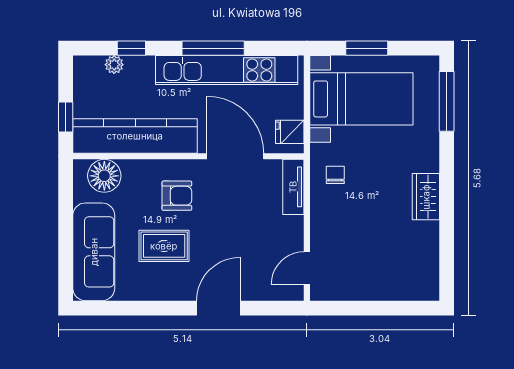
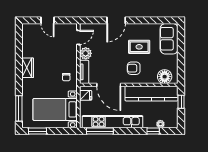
window: (213, 48) -> (100, 131), moved
window: (367, 48) -> (37, 131), moved
plant: (290, 231) -> (86, 53), added
sofa: (94, 252) -> (169, 39), width x0.73
door: (379, 308) -> (47, 20), added

